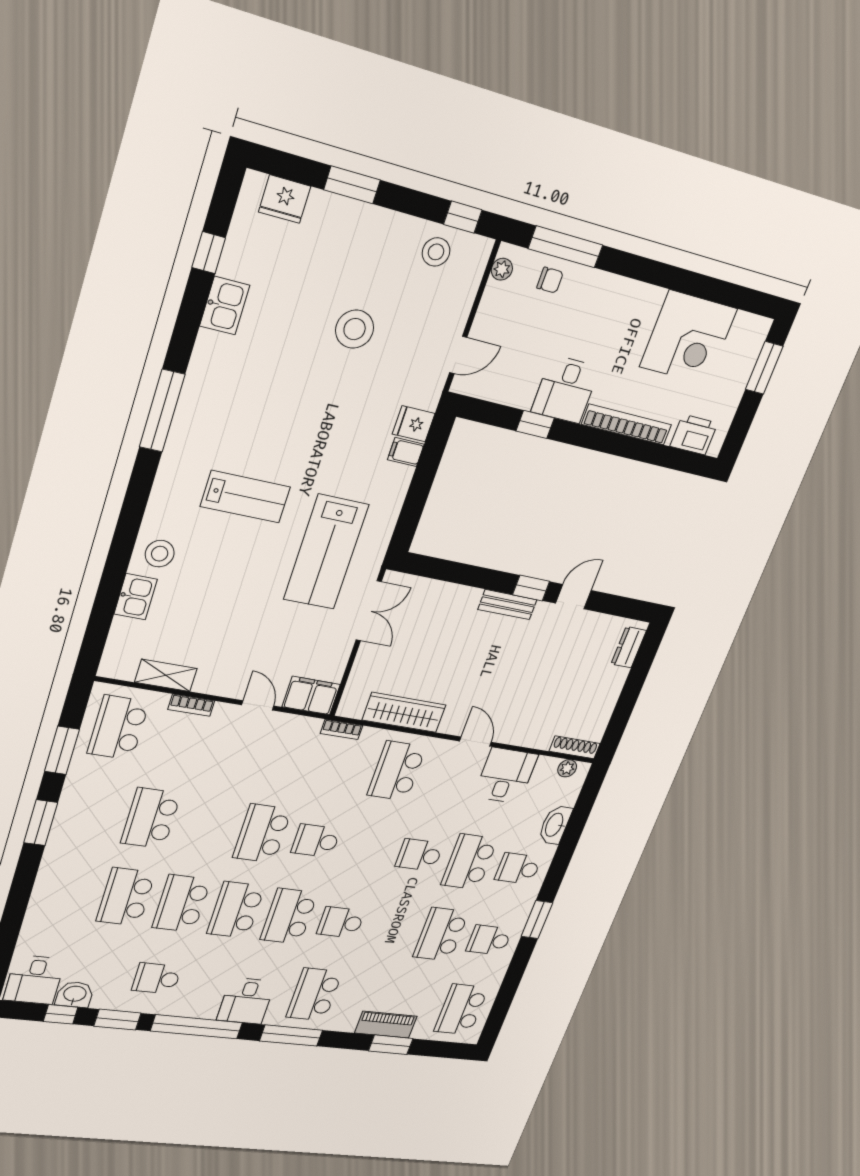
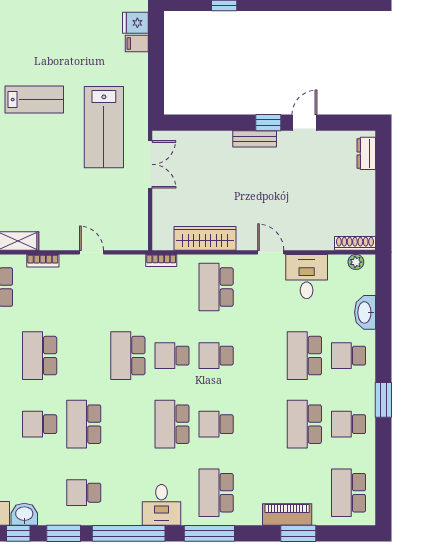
filing cabinet: (311, 696) -> (129, 238), removed
school desk: (419, 855) -> (216, 356), moved
school desk: (126, 897) -> (40, 424), width x0.54
school desk: (236, 910) -> (128, 424), removed

